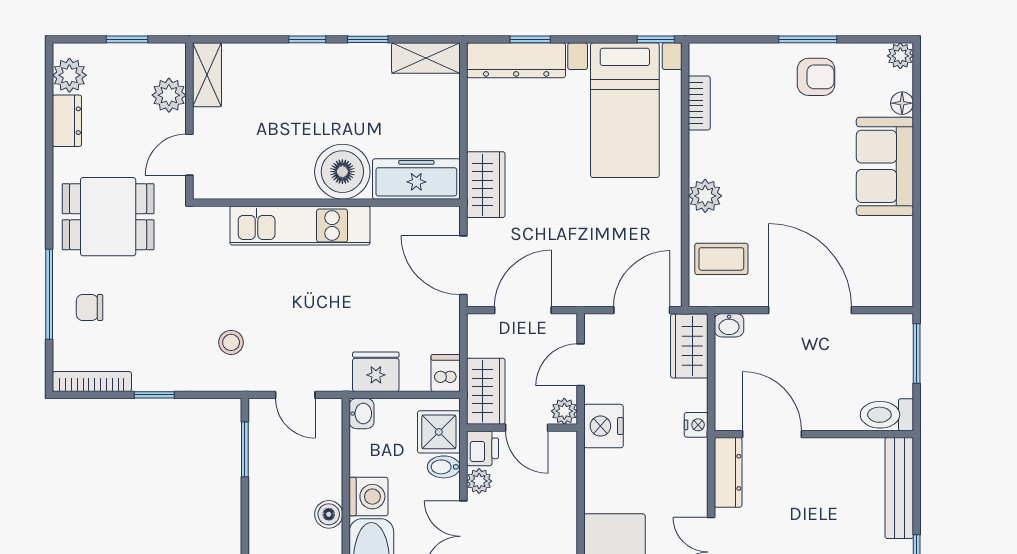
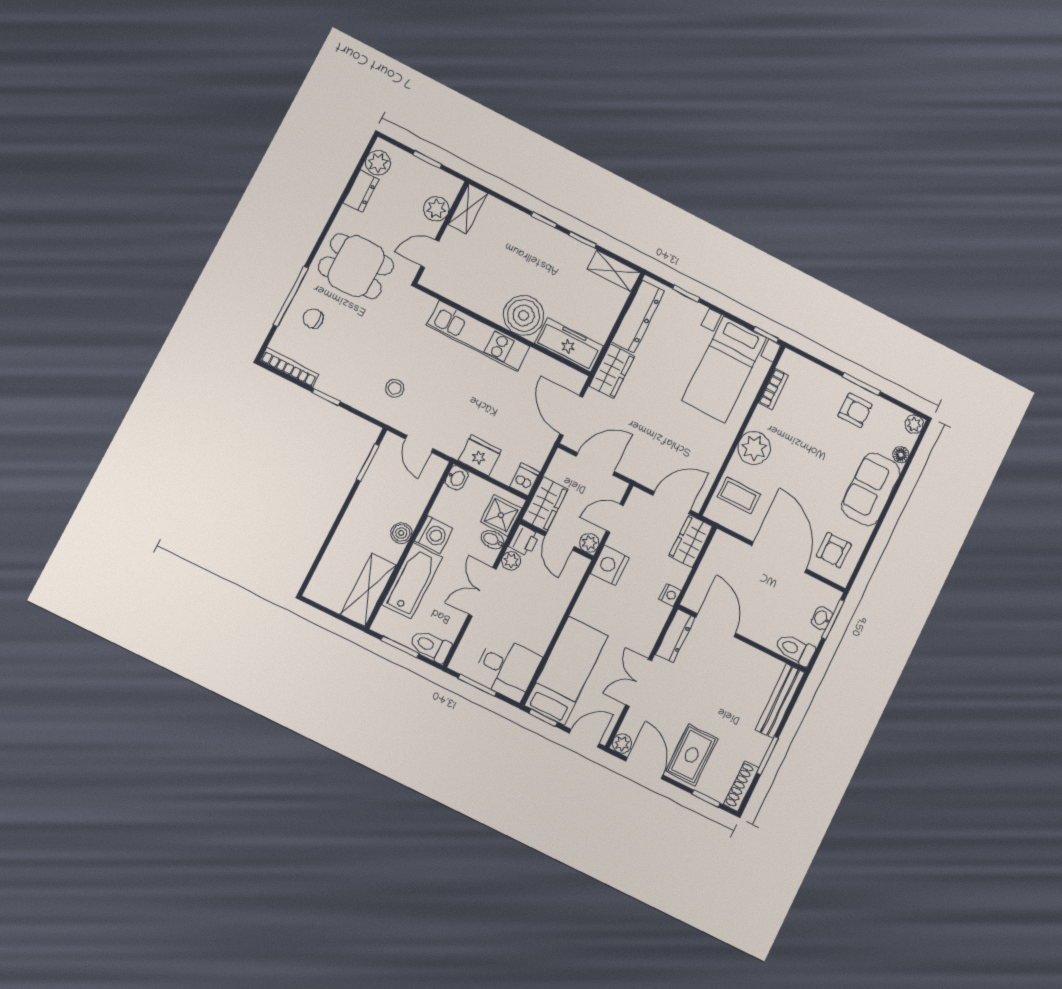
dresser: (516, 60) -> (638, 317), moved, turned -90
plant: (705, 196) -> (754, 448), width x1.36, depth x1.36
armchair: (875, 266) -> (834, 550), added
washbasin: (729, 325) -> (822, 618), moved, turned 90

